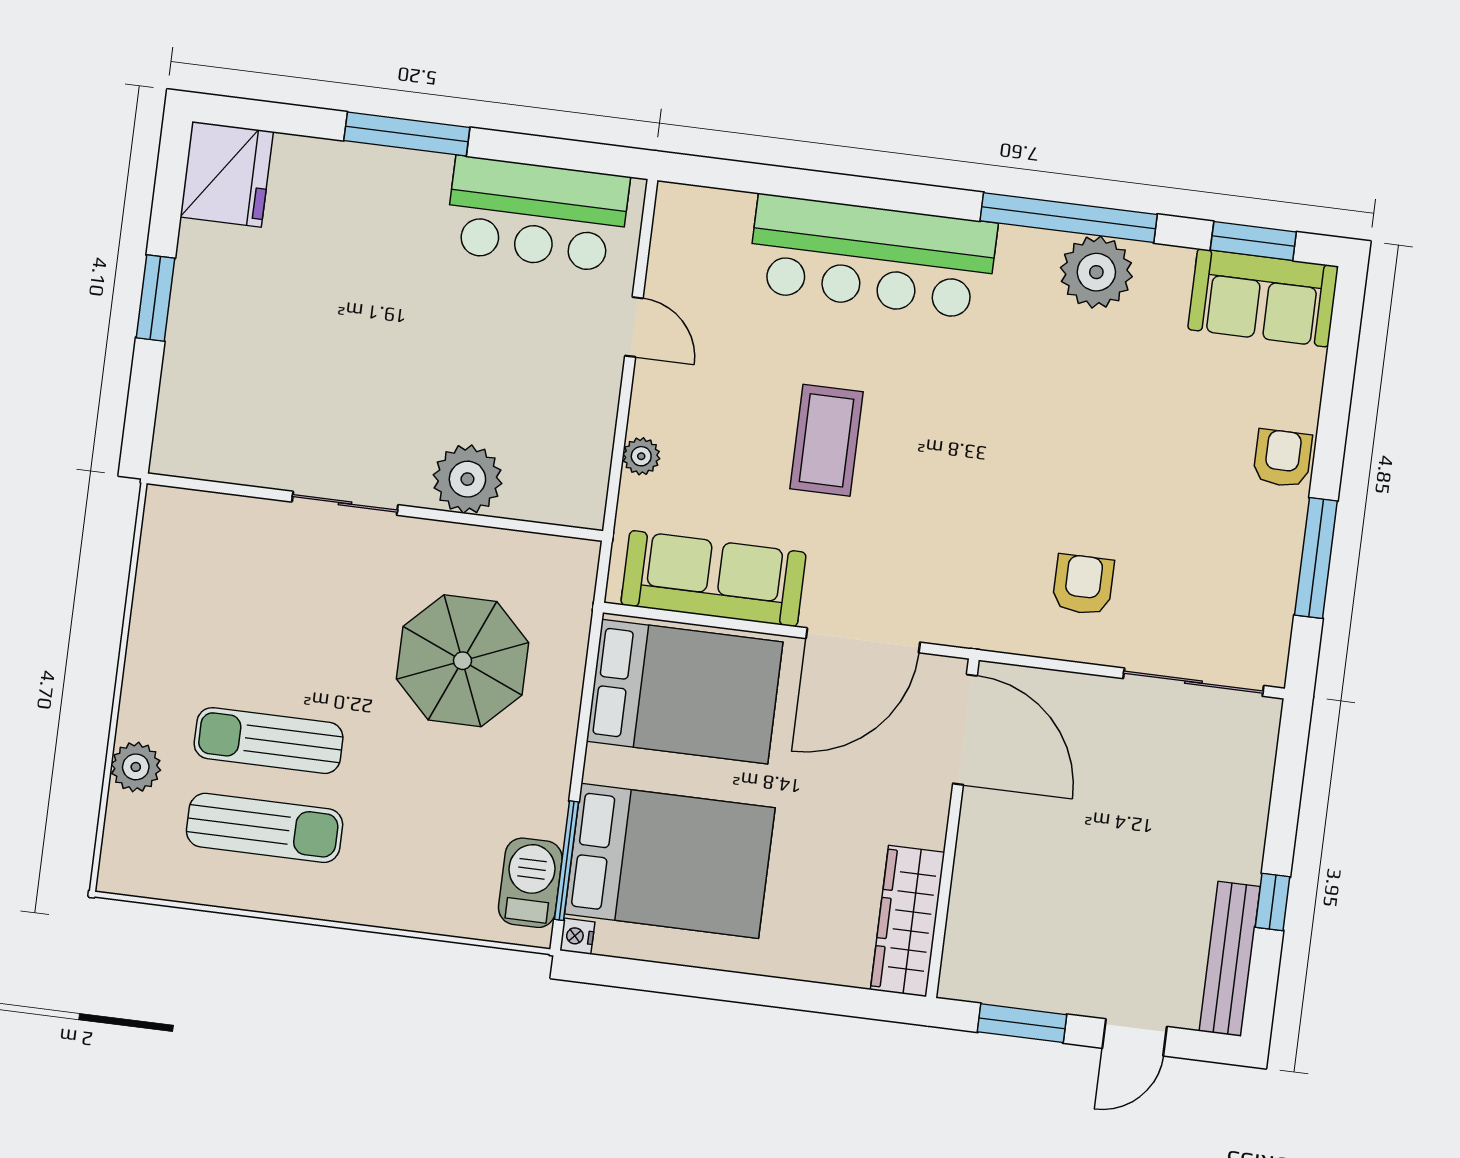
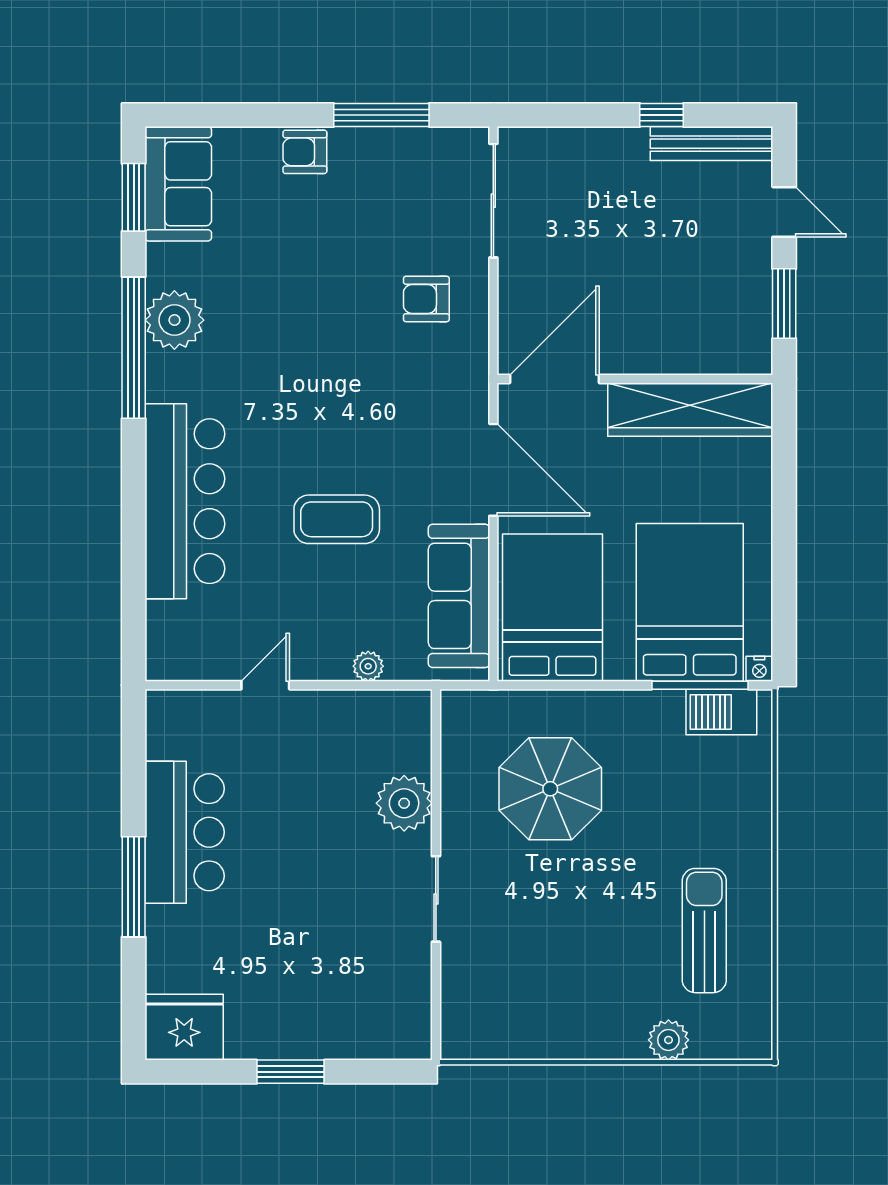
bar counter: (537, 214) -> (185, 832), moved
sun lounger: (269, 741) -> (634, 936), removed
wardrobe: (908, 921) -> (690, 410), width x1.40, depth x1.17

